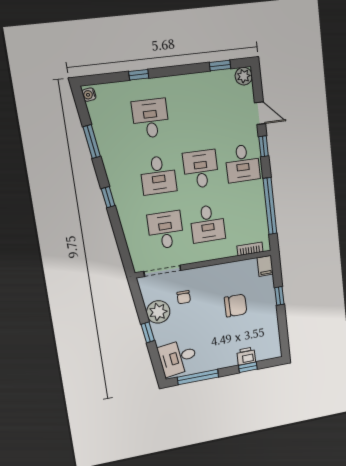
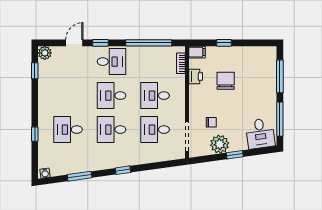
desk: (158, 175) -> (112, 130), turned 180
desk: (207, 224) -> (155, 96), turned 180
printer: (246, 356) -> (196, 77), moved, turned 180
window: (248, 367) -> (280, 76), width x2.17

